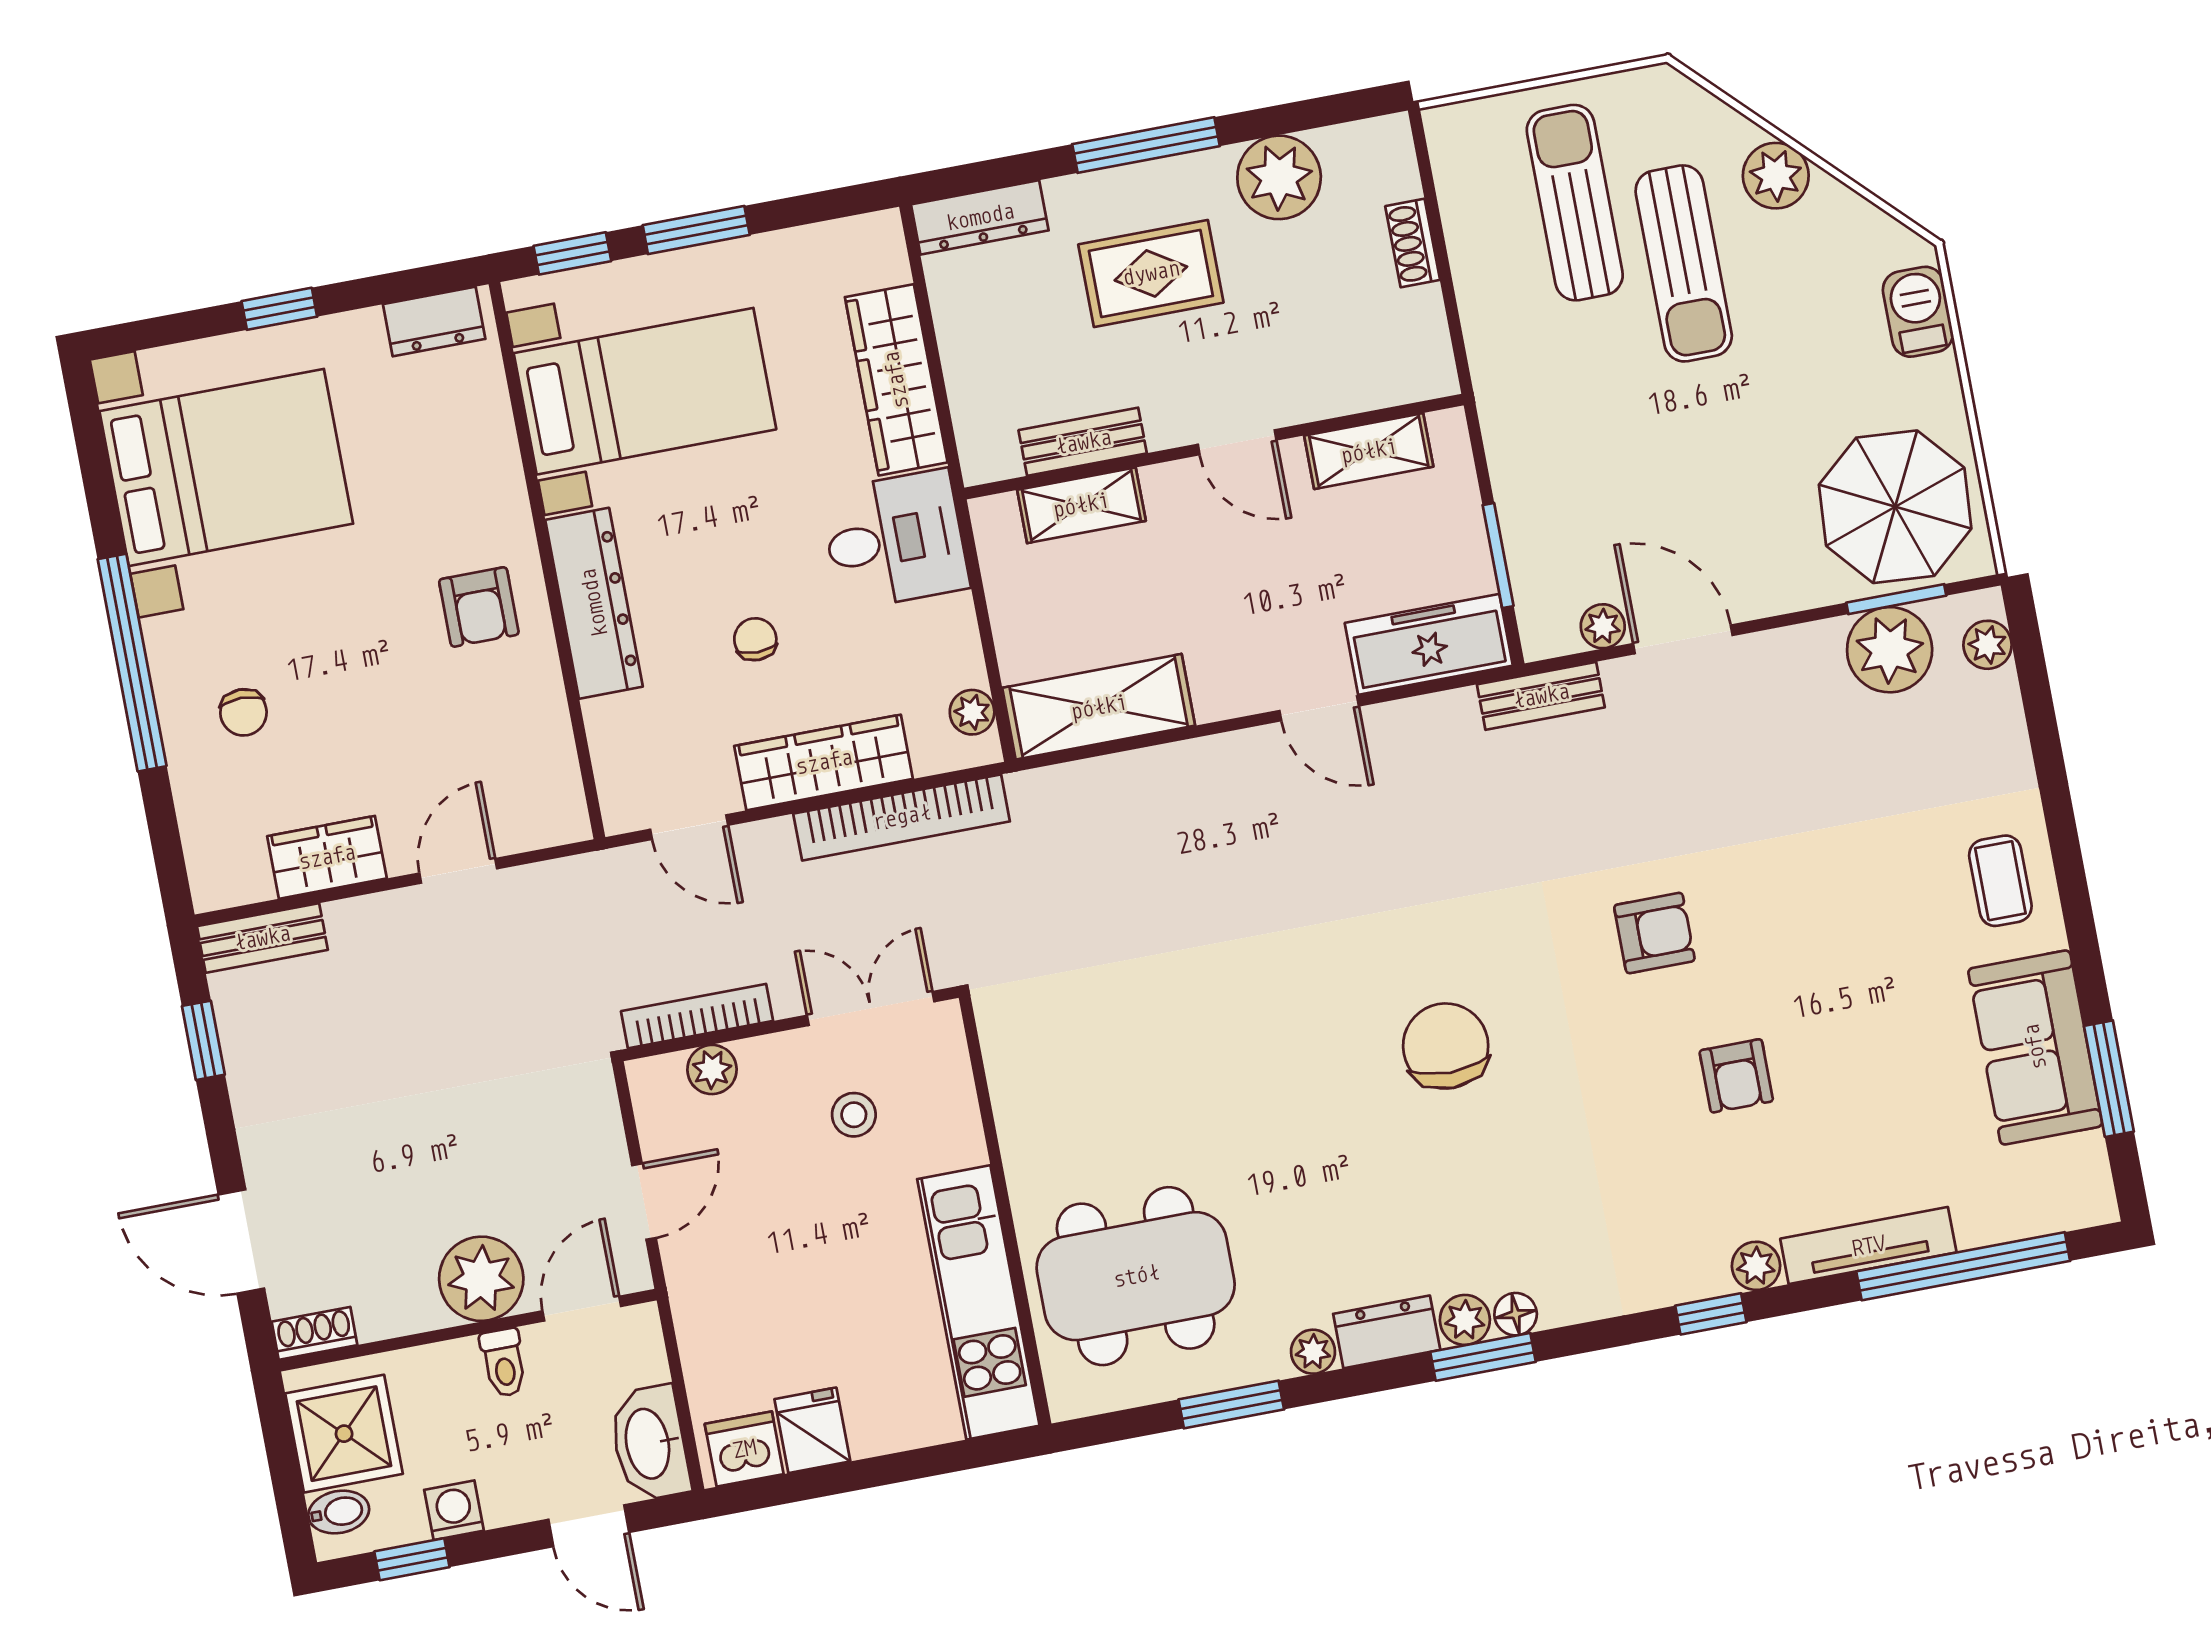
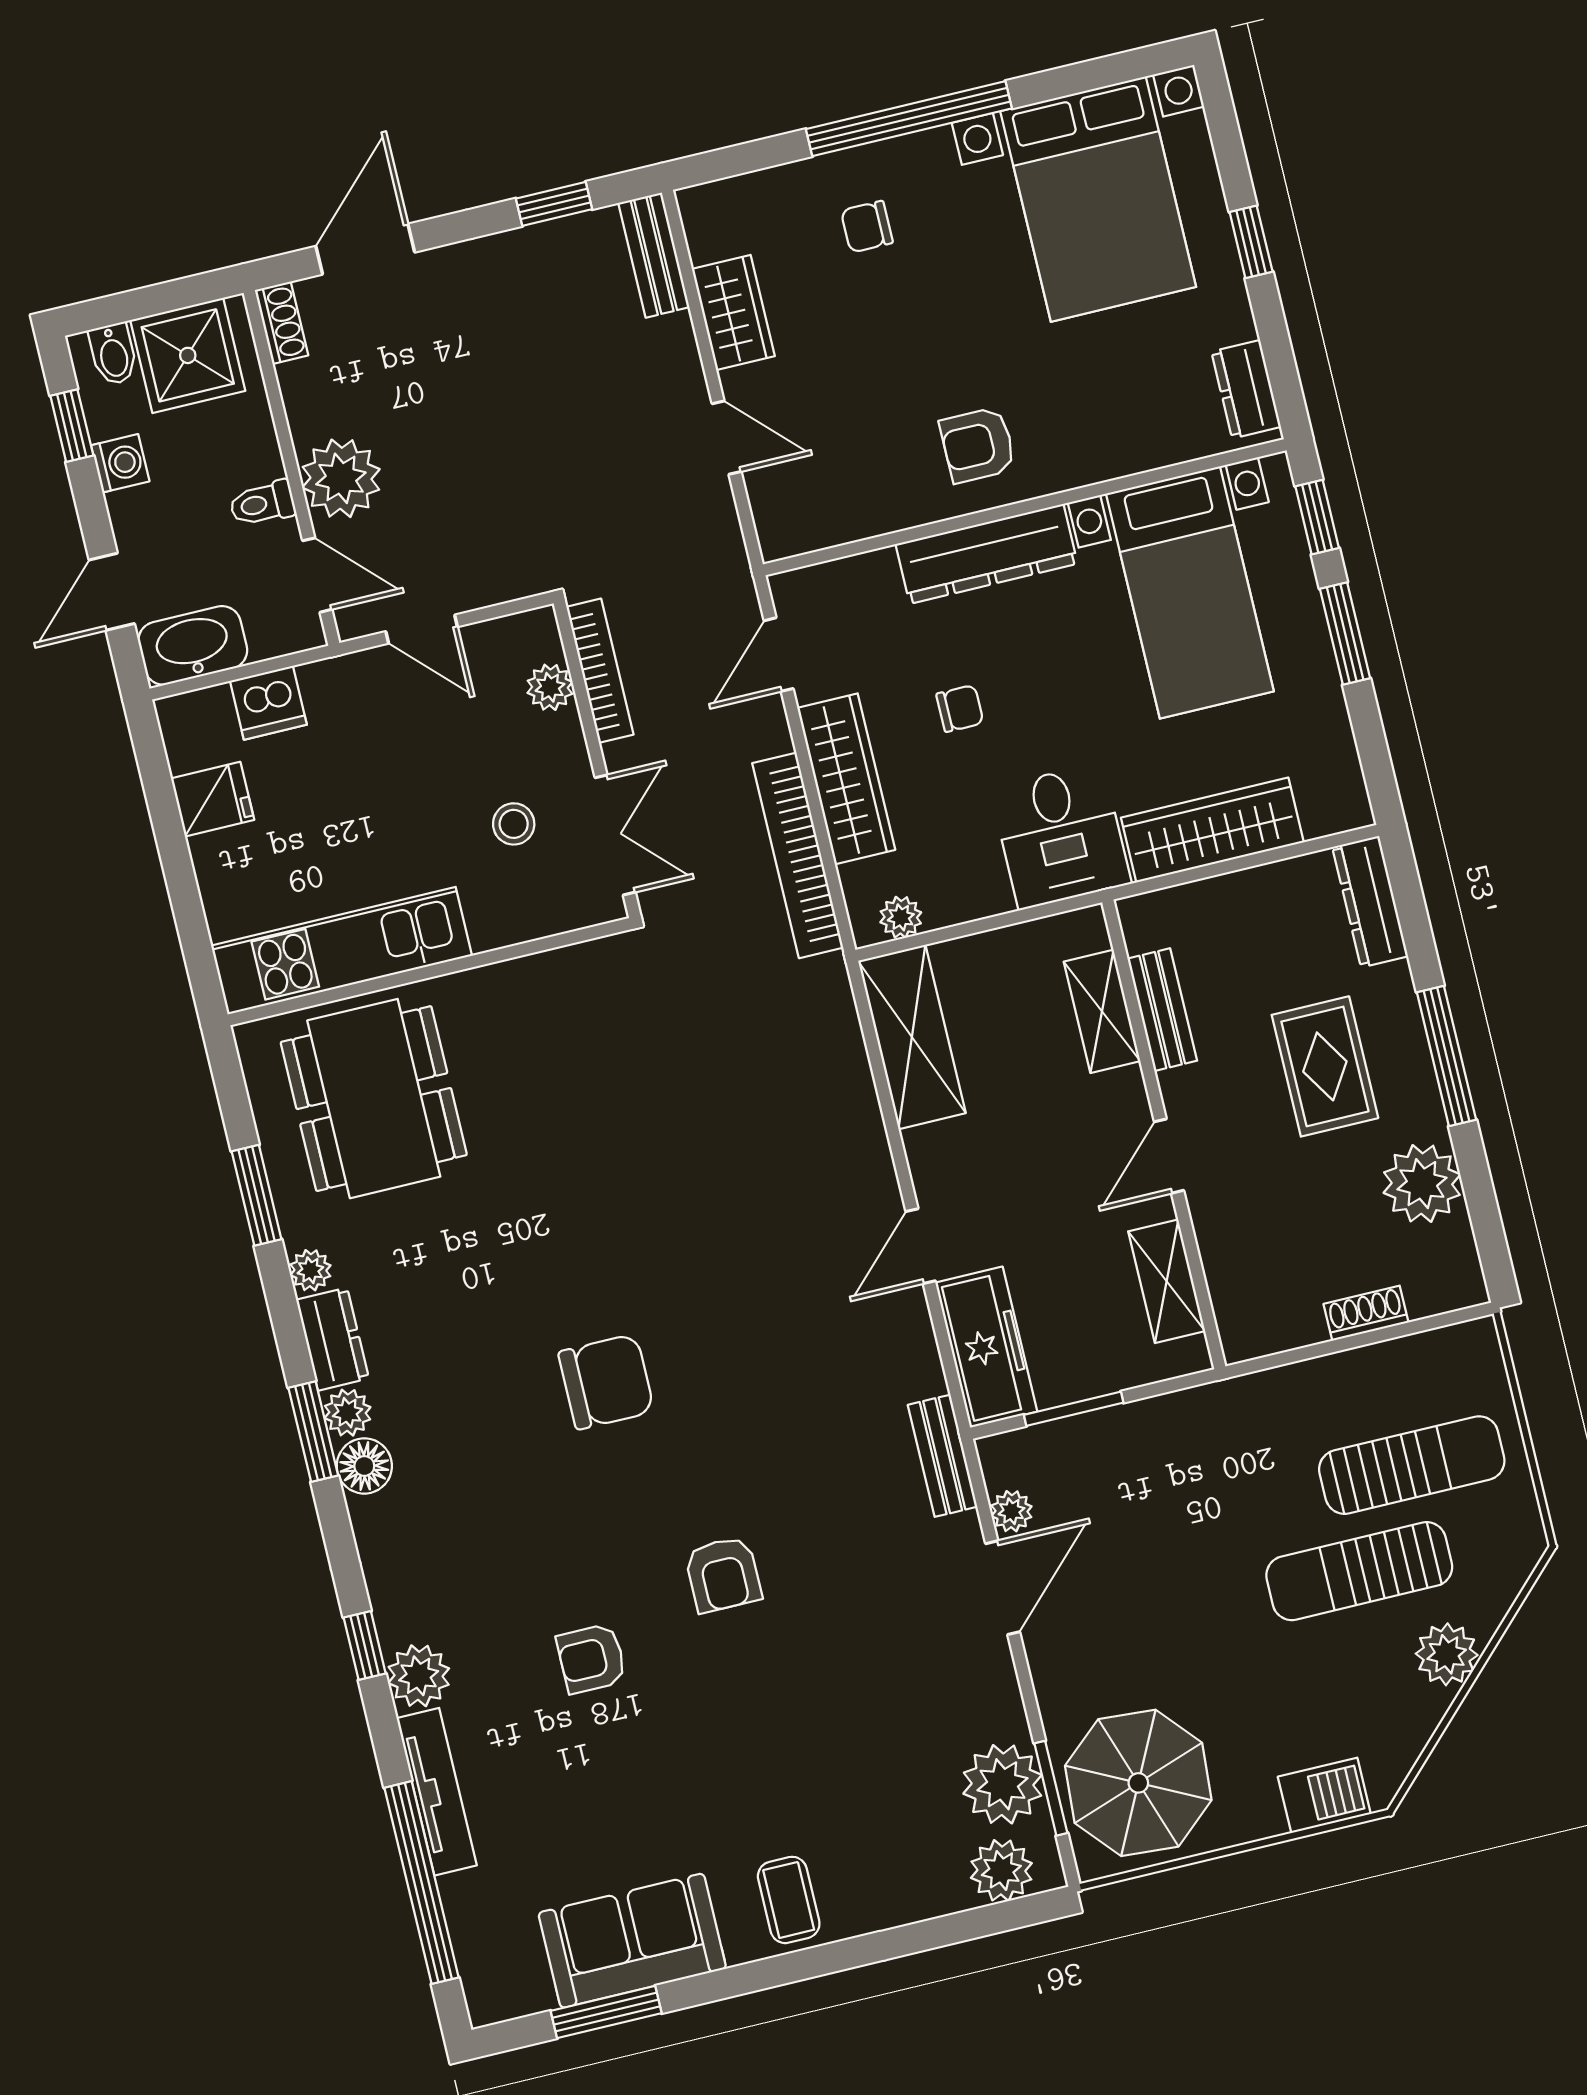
plant: (1988, 645) -> (1001, 1870), width x1.38, depth x1.38
coffee table: (2000, 881) -> (789, 1900), turned 90
plant: (1756, 1266) -> (419, 1676), width x1.38, depth x1.38
floor lamp: (1516, 1314) -> (364, 1466), width x1.37, depth x1.37
dishwasher: (744, 1449) -> (268, 703), moved, turned 90

